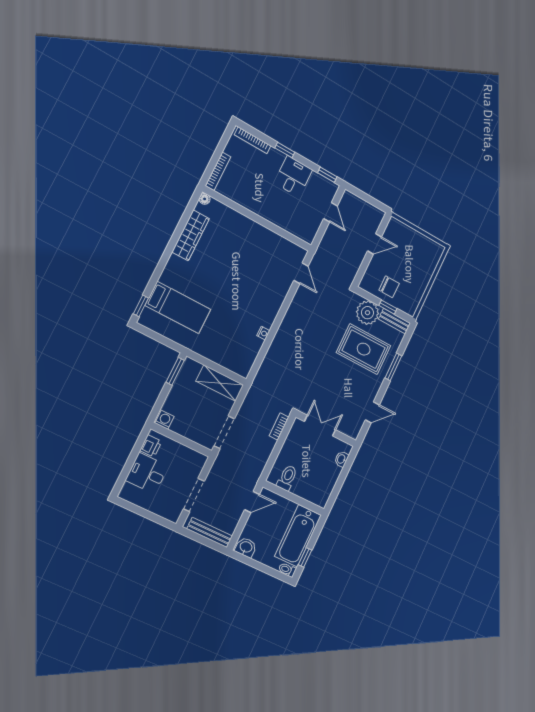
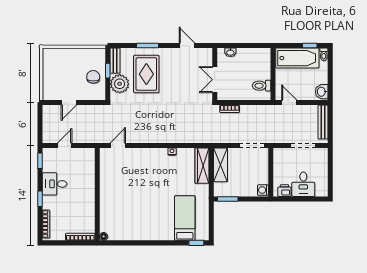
wardrobe: (191, 235) -> (202, 166), moved, turned -90
door: (375, 244) -> (69, 103), swing flipped

